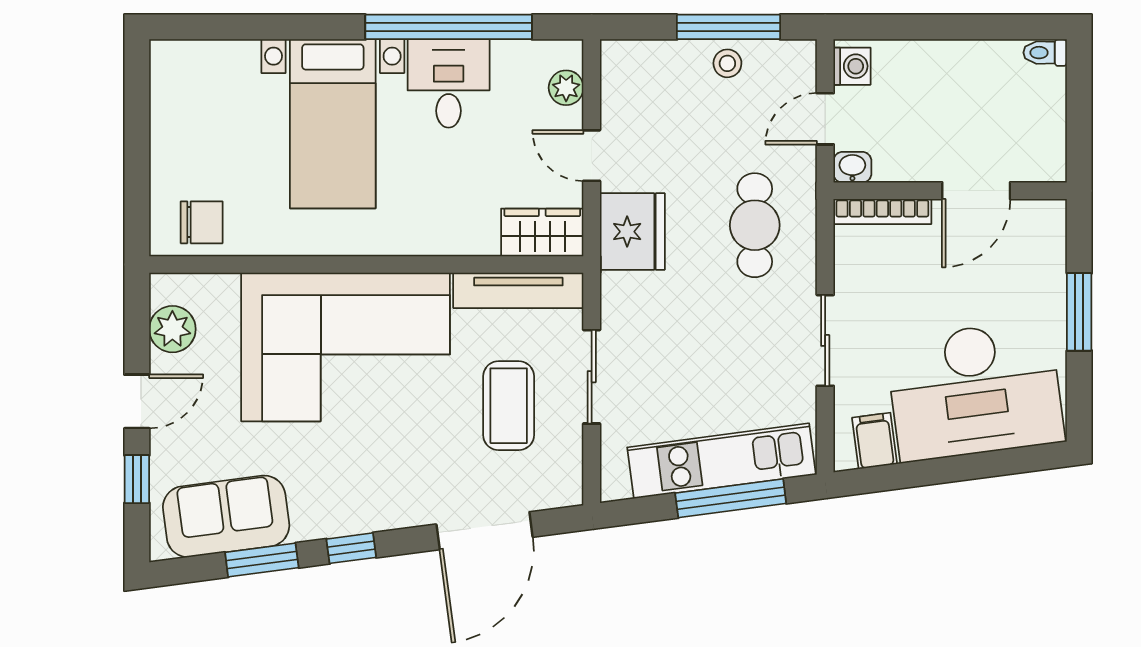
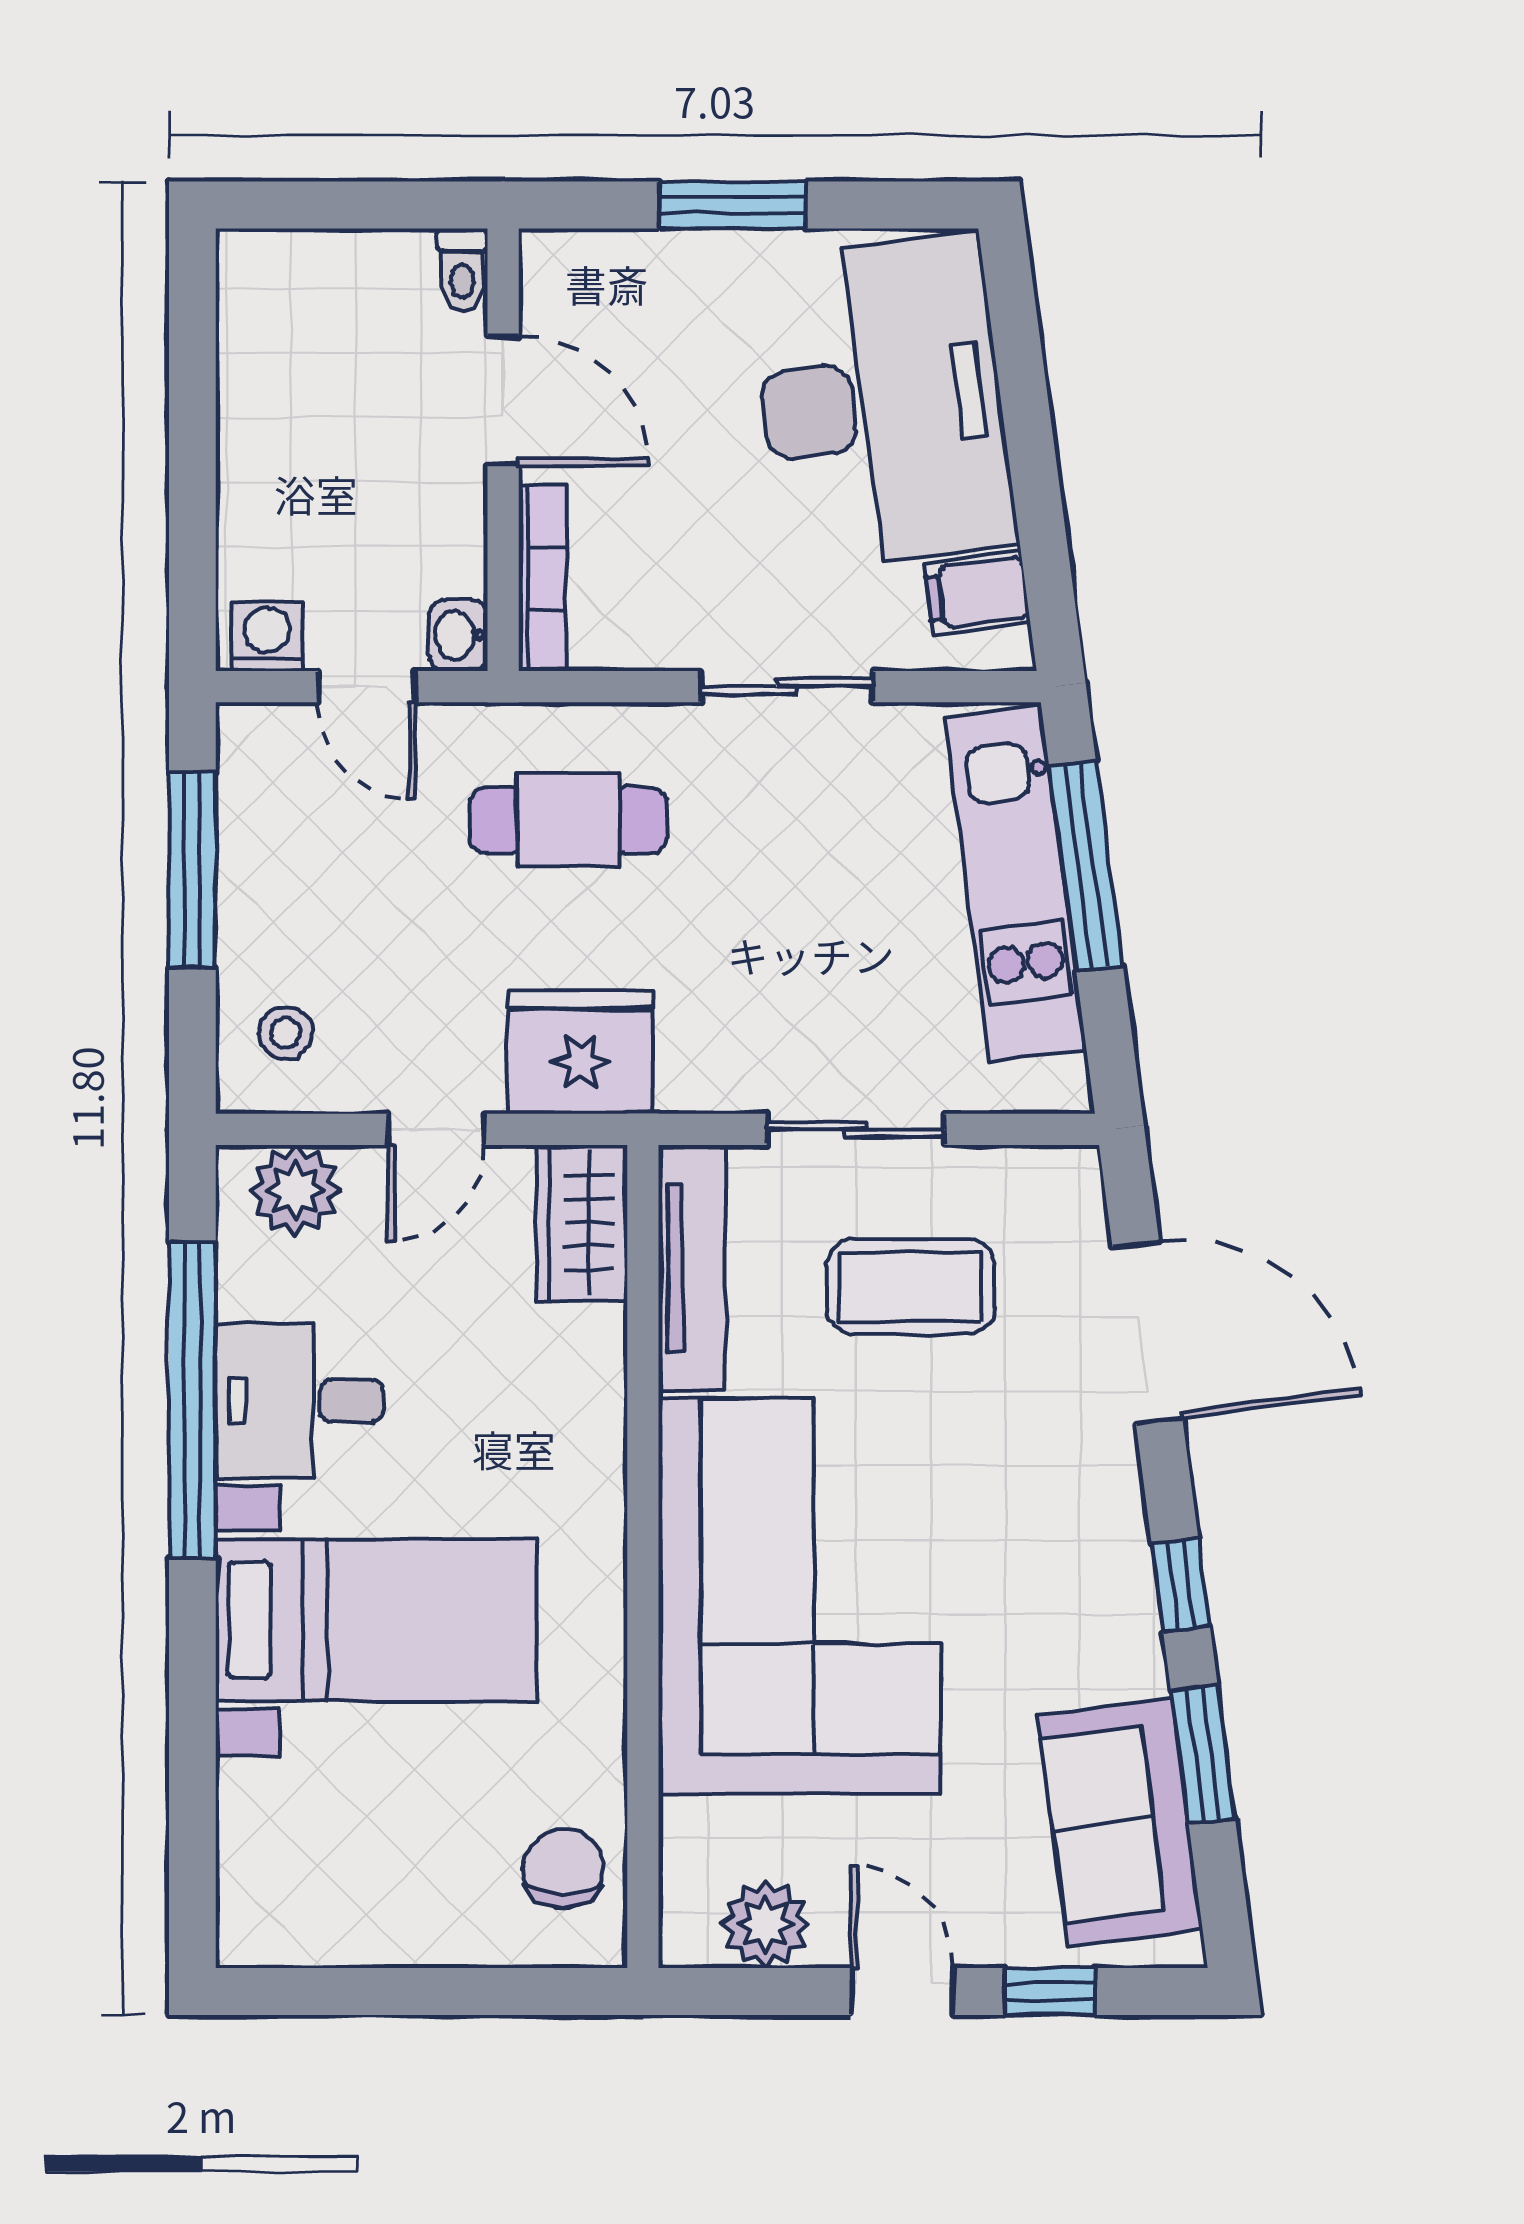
toilet: (1045, 53) -> (462, 270), moved
stool: (727, 63) -> (286, 1033), moved
plant: (566, 88) -> (295, 1190), width x1.38, depth x1.38

